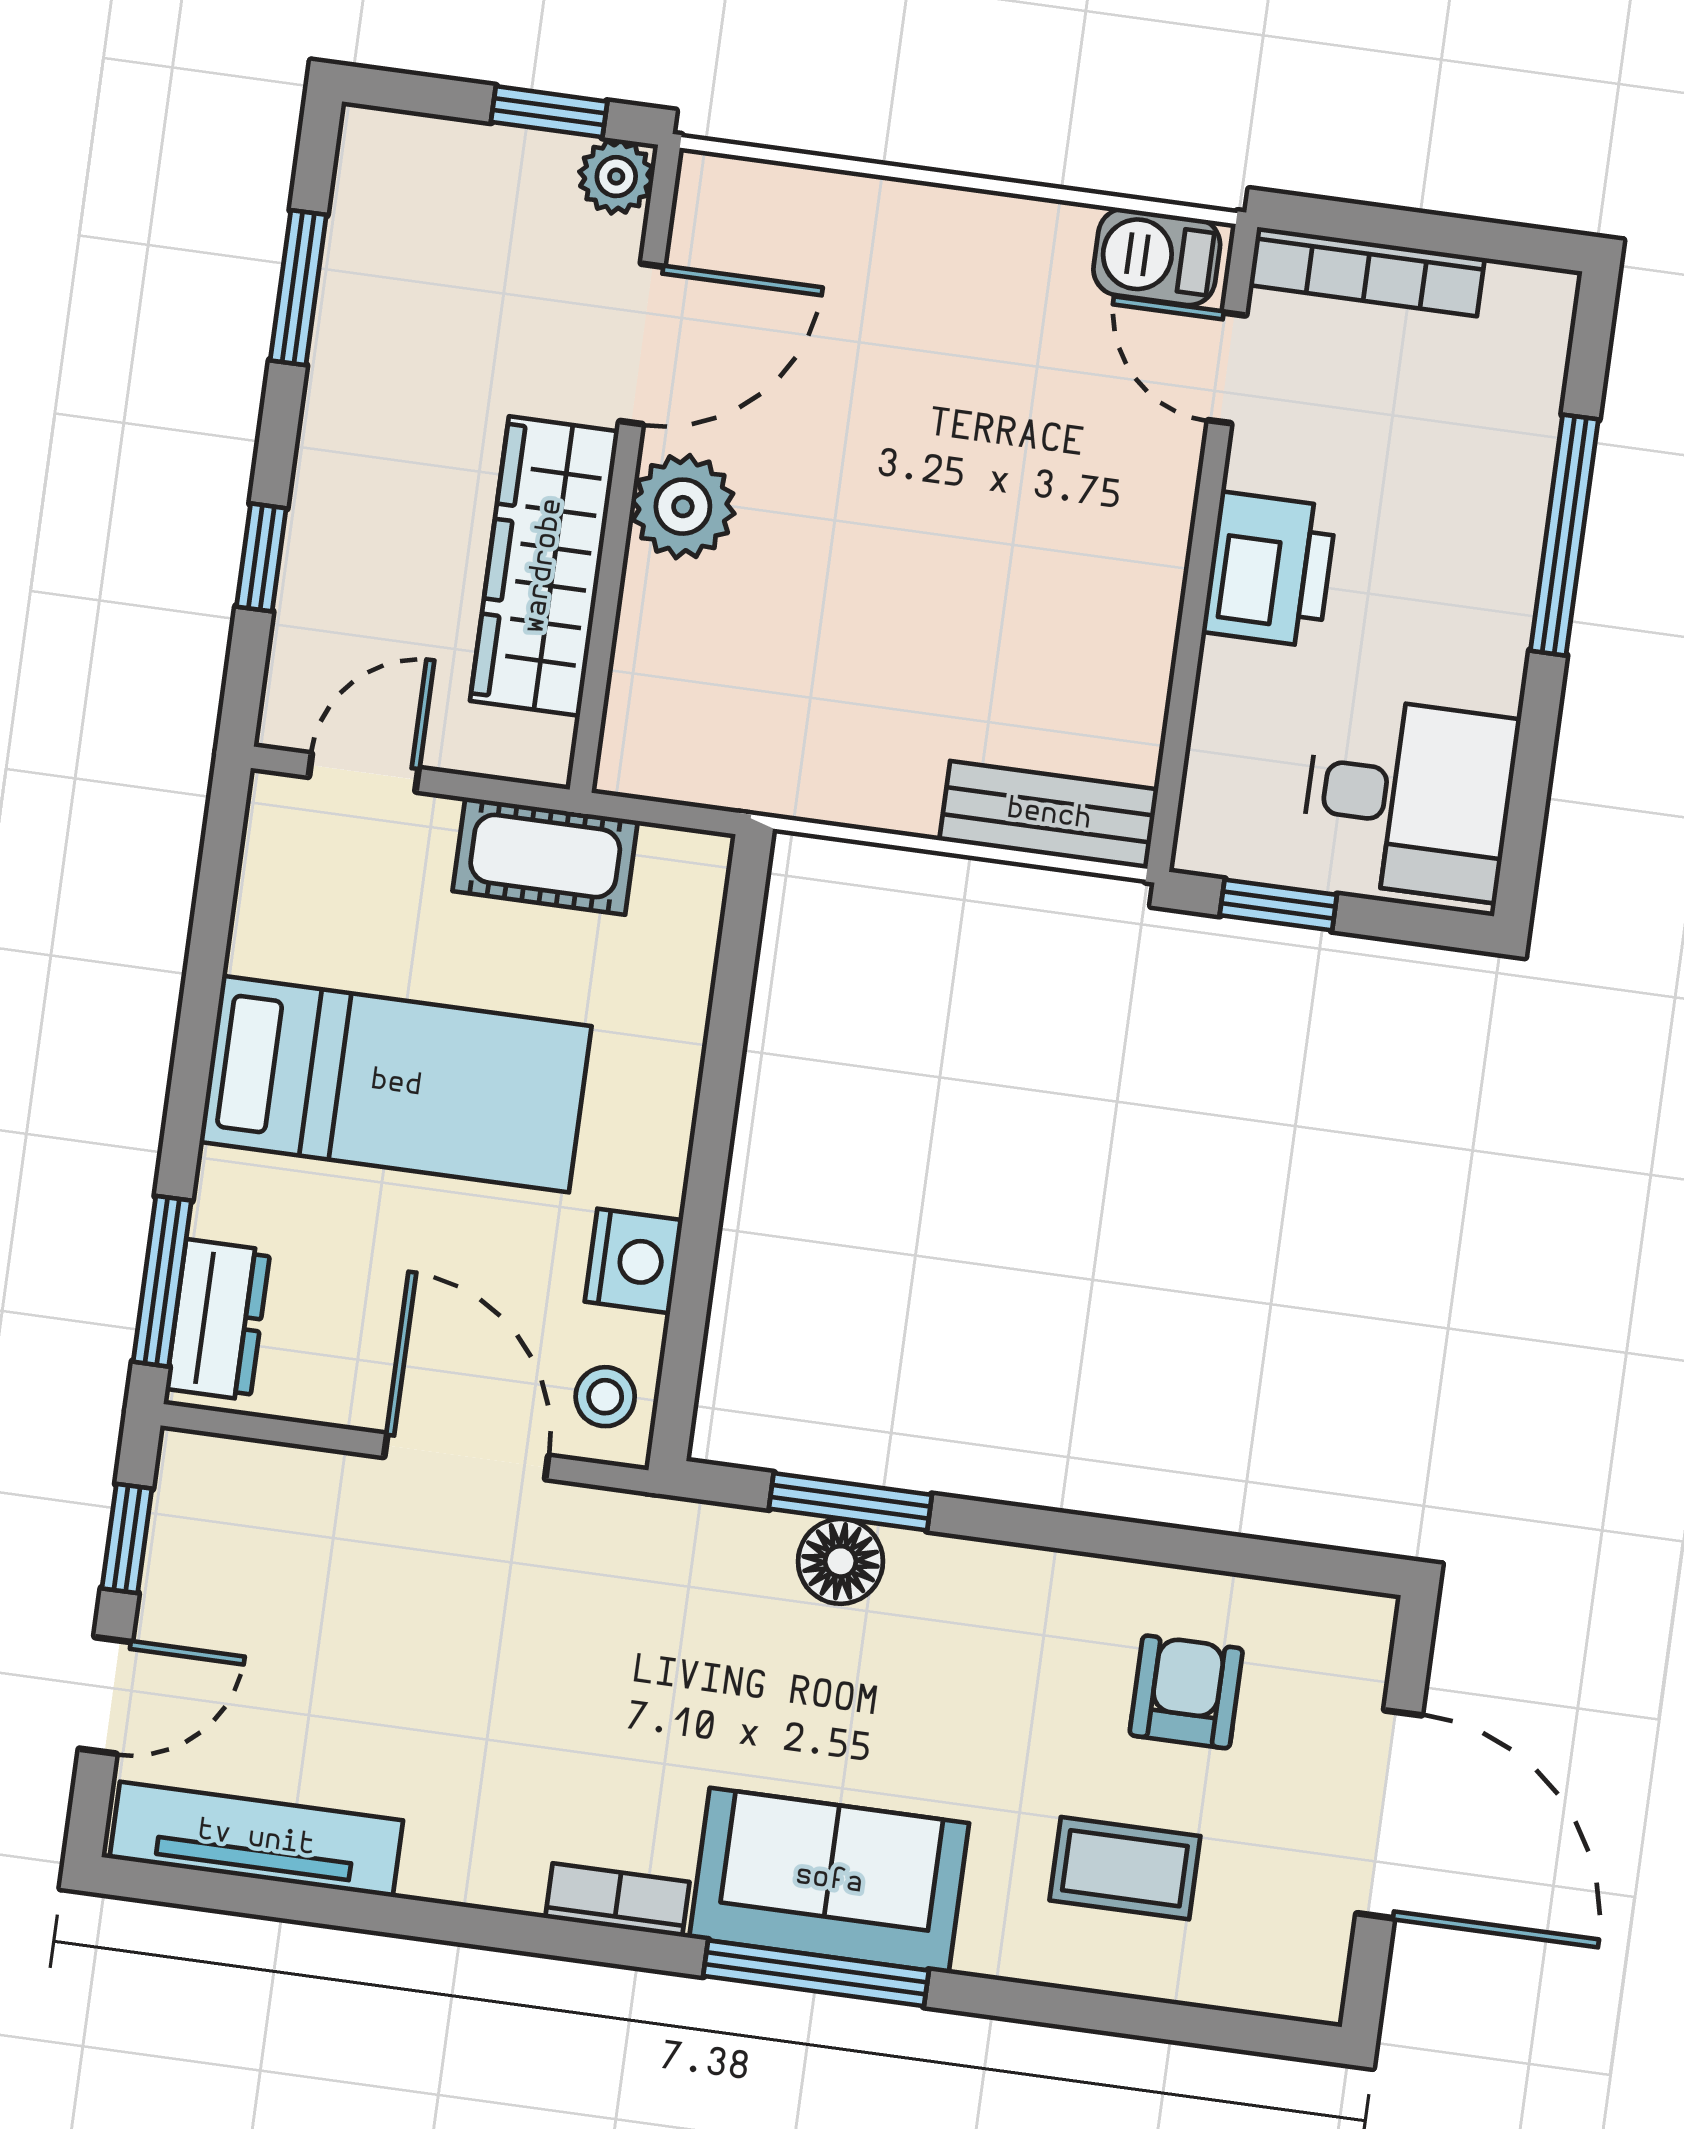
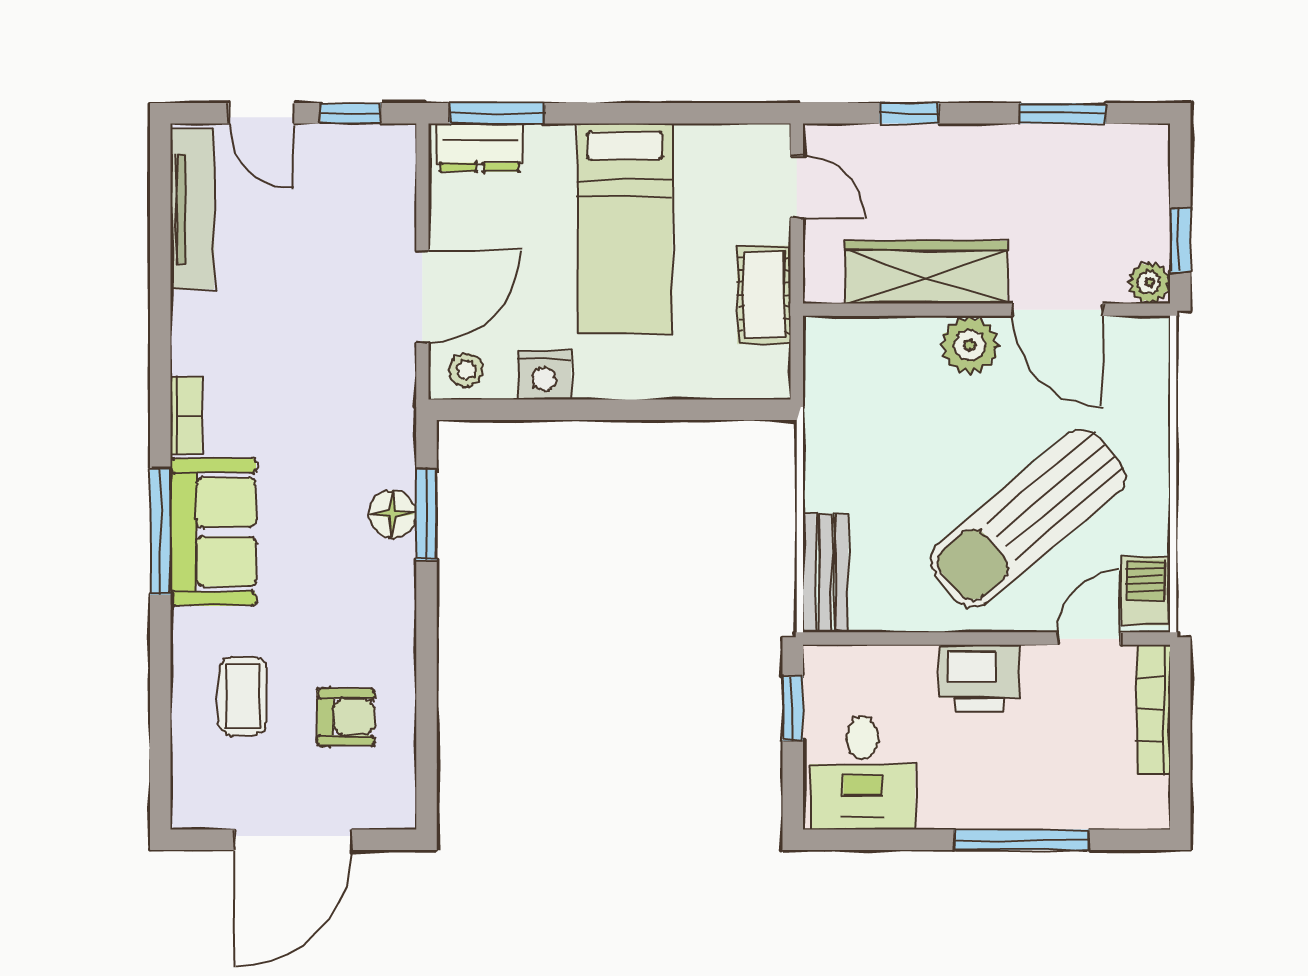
sun lounger: (1001, 447) -> (1027, 519), added

